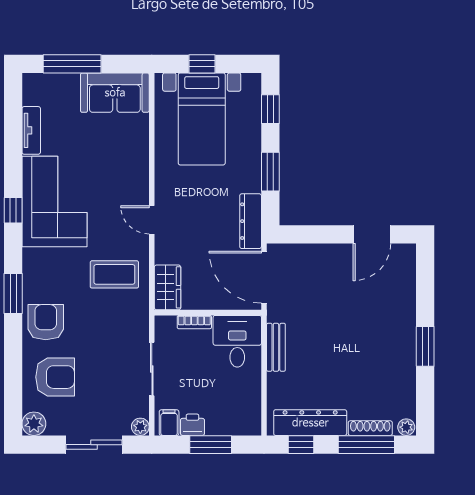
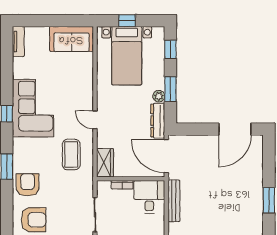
window: (72, 64) -> (44, 21), removed
tv unit: (31, 130) -> (18, 42), moved
plant: (252, 183) -> (159, 96), added
door: (372, 234) -> (235, 129), width x1.36
coffee table: (114, 274) -> (71, 154), turned 90
bench: (276, 347) -> (174, 201), width x1.36

